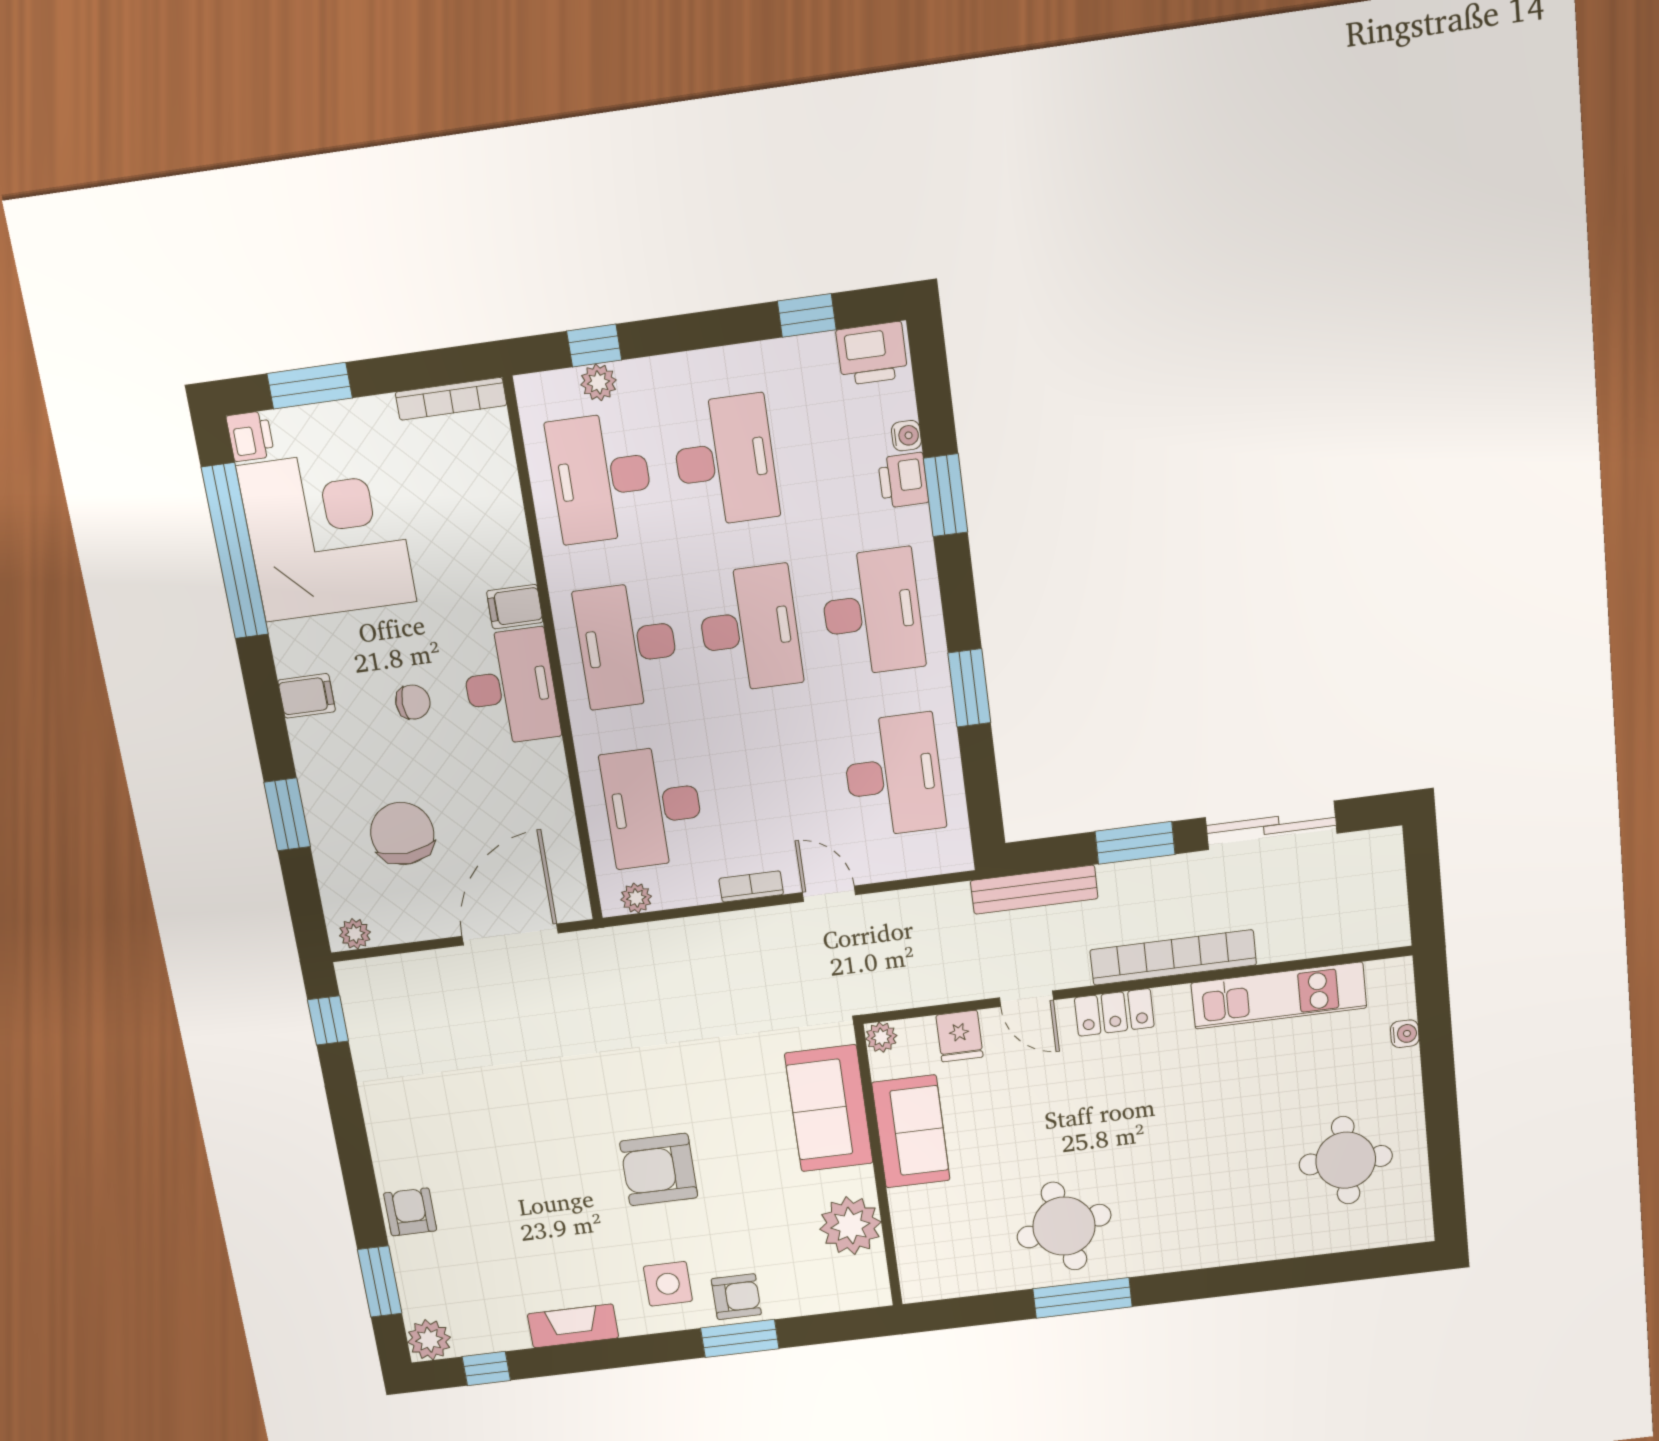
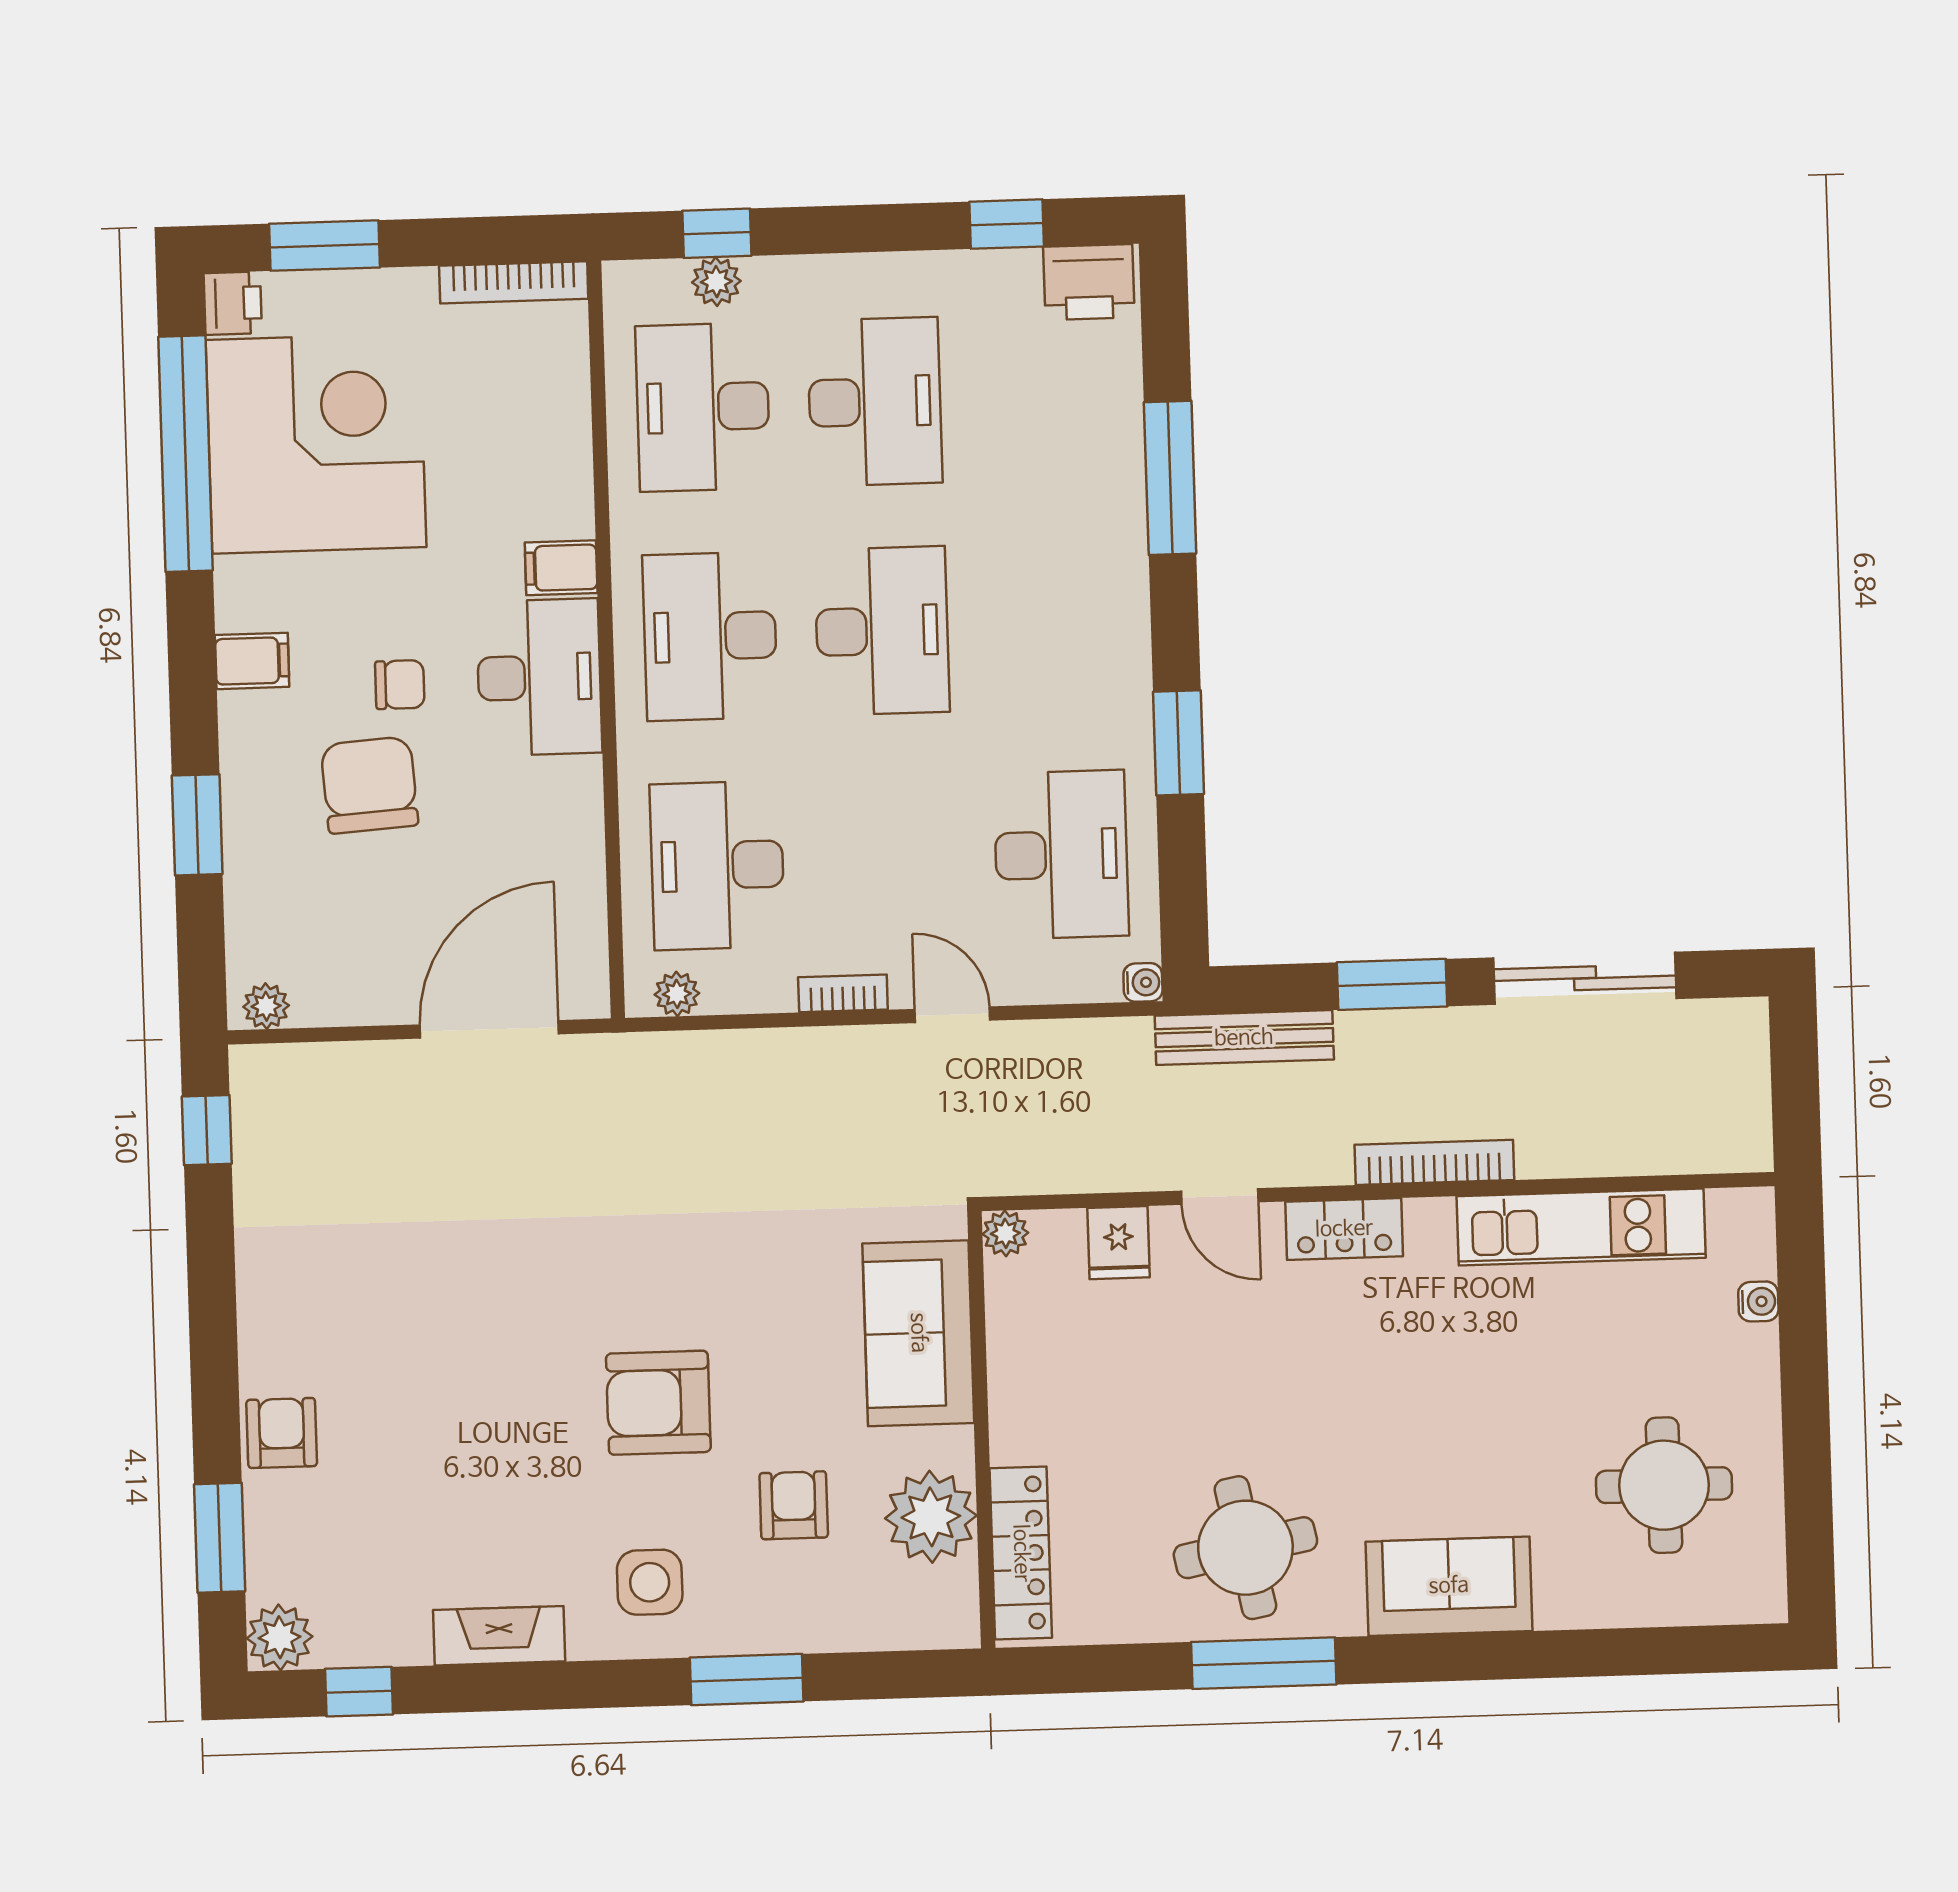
water cooler: (906, 436) -> (1143, 982), moved
printer: (903, 480) -> (1114, 452), removed
window: (946, 495) -> (1170, 478), width x1.44
desk: (872, 612) -> (1054, 625), removed
chair: (402, 834) -> (369, 785), moved
bookcase: (1173, 957) -> (1434, 1162), width x0.68, depth x0.76
sofa: (911, 1131) -> (1449, 1586), moved, turned -90
locker: (913, 1243) -> (1021, 1553), added
armchair: (736, 1297) -> (794, 1505), moved, turned -90

